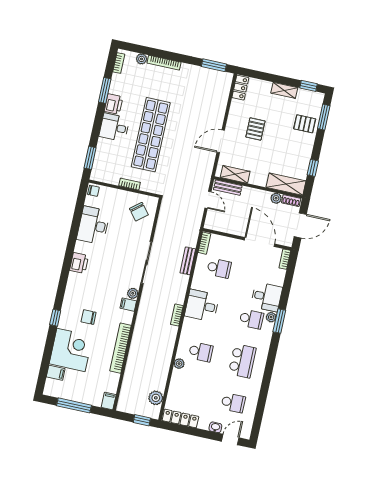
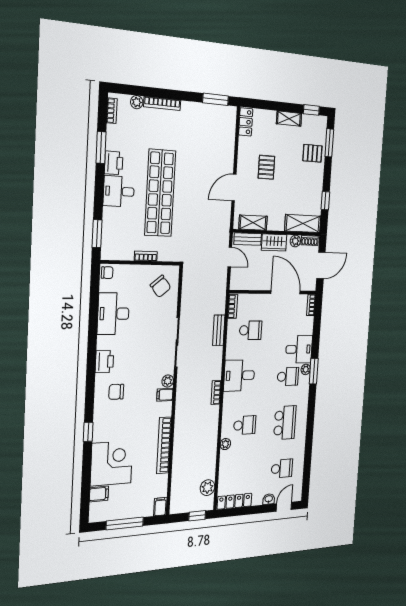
wardrobe: (254, 195) -> (274, 242), added
chair: (89, 317) -> (116, 392), moved

